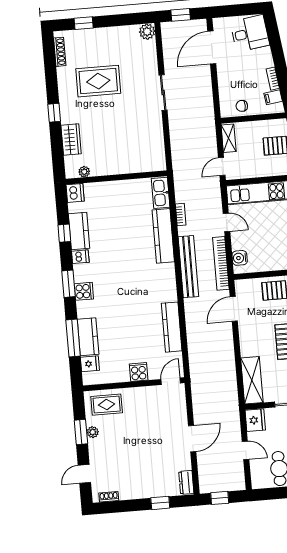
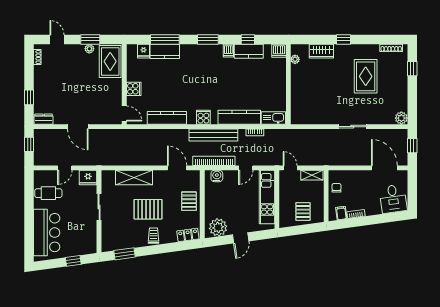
cooker: (84, 291) -> (203, 117), moved, turned 180
shelving: (252, 380) -> (134, 178), moved
rug: (107, 405) -> (110, 61), width x1.36, depth x1.43

